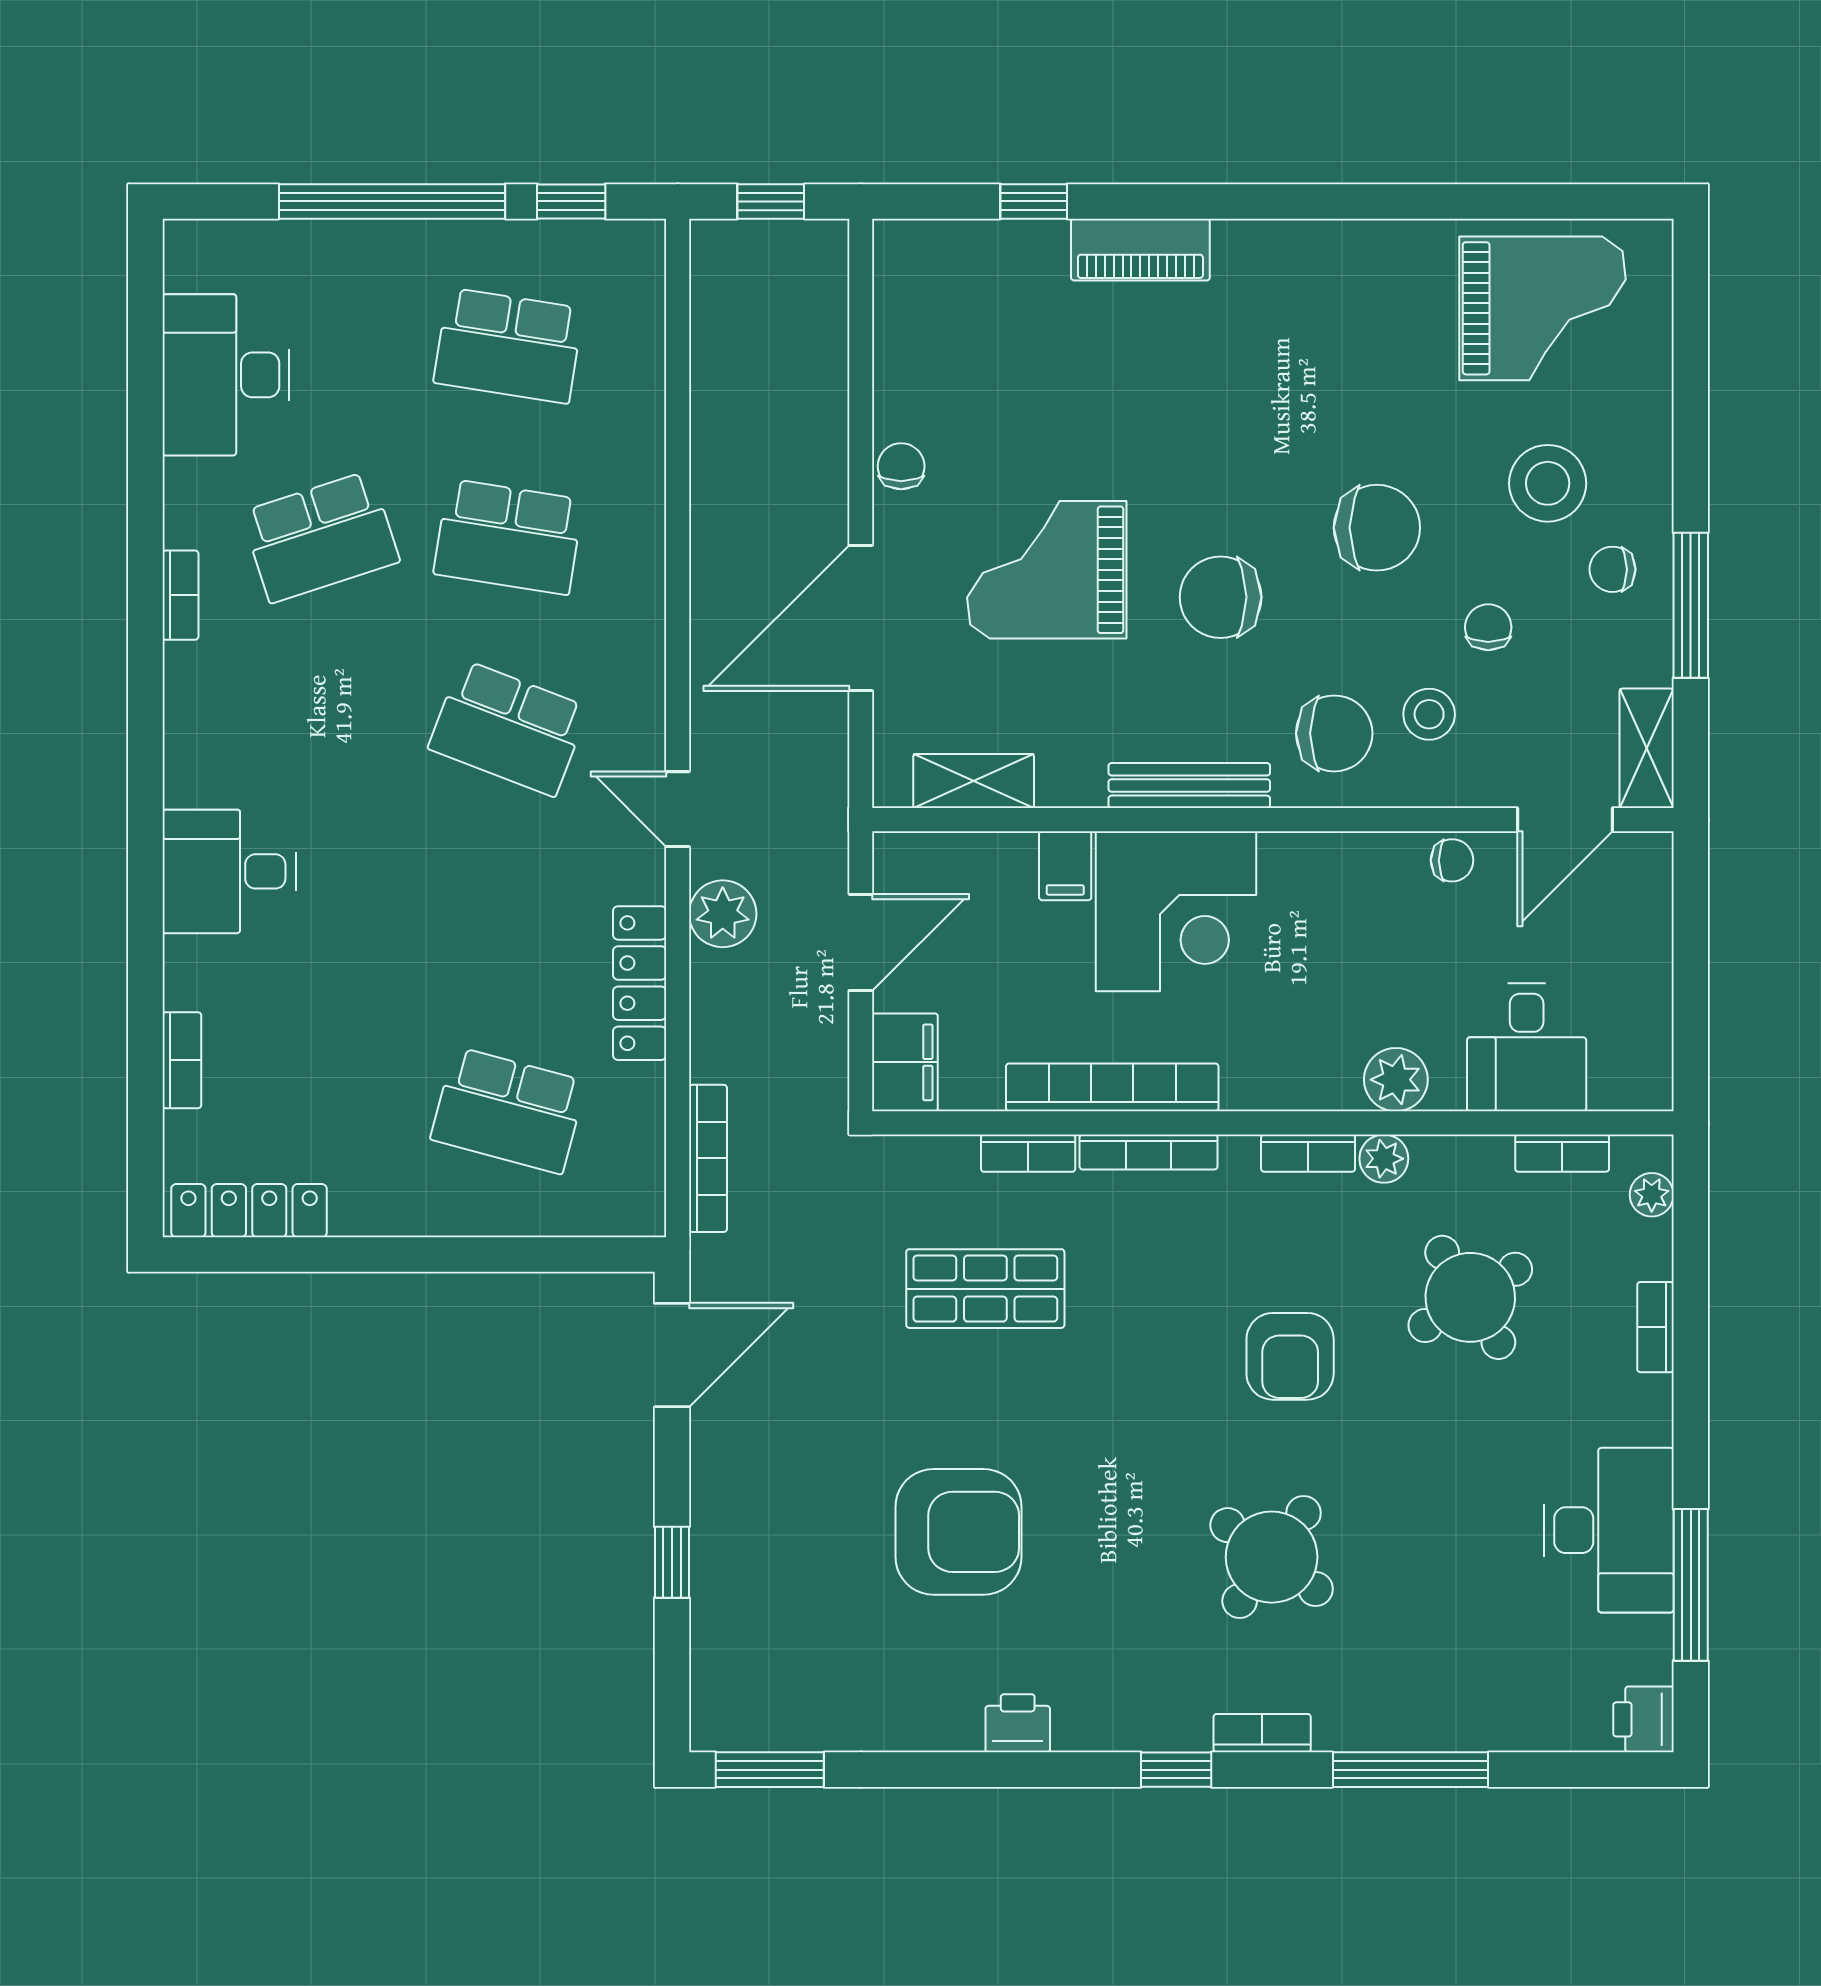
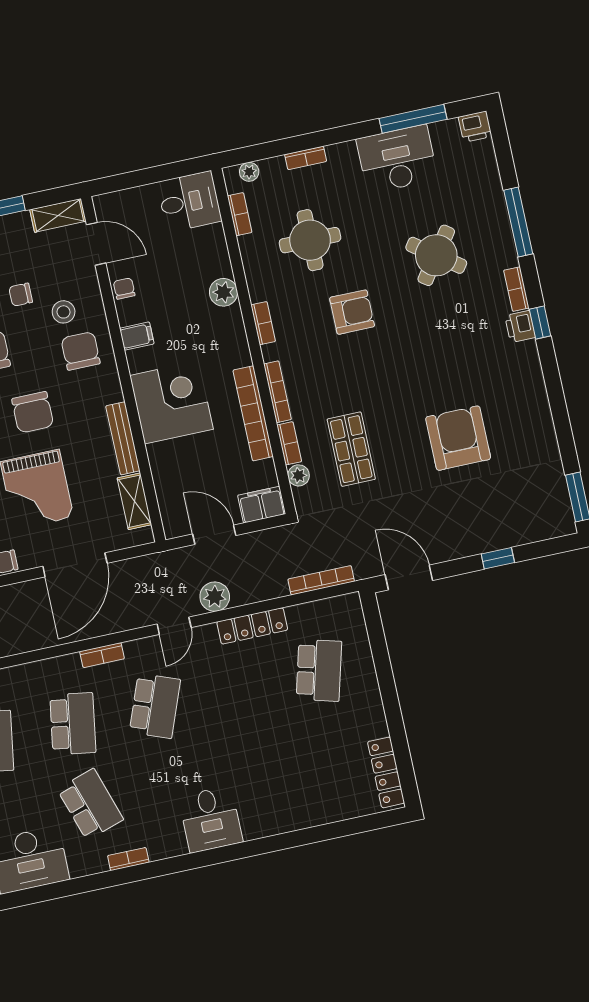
door: (861, 618) -> (75, 565), hinge flipped
bench: (1189, 786) -> (123, 438), moved
filing cabinet: (1065, 866) -> (137, 336), moved
desk: (229, 871) -> (211, 819), moved
desk: (1527, 1047) -> (189, 202), moved
bookcase: (182, 1060) -> (102, 655), moved, turned 180
plant: (1384, 1159) -> (299, 475), moved
round table: (1470, 1297) -> (310, 240), turned 32
round table: (1272, 1557) -> (436, 255), moved
printer: (1018, 1723) -> (520, 327), moved

